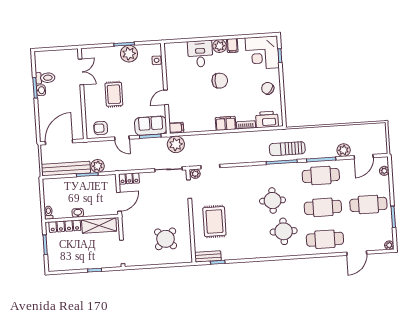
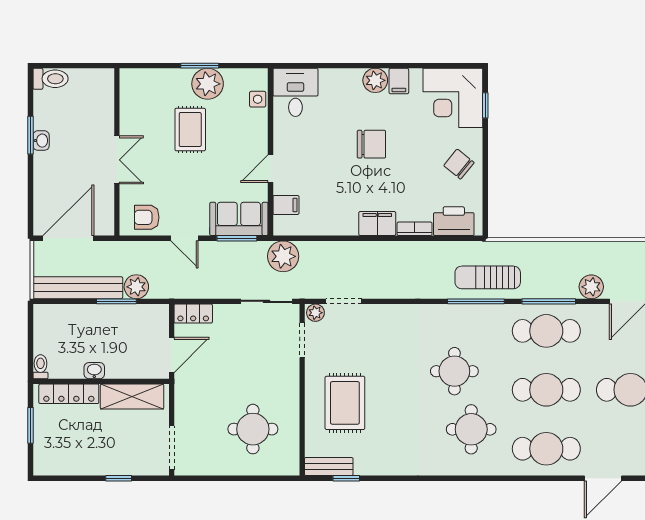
desk: (200, 54) -> (295, 92), moved
double door: (81, 72) -> (117, 160), moved
toilet: (45, 78) -> (50, 79), moved
rug: (114, 94) -> (190, 130), moved
filing cabinet: (176, 128) -> (286, 205), moved
round table: (166, 239) -> (253, 429), turned 45

